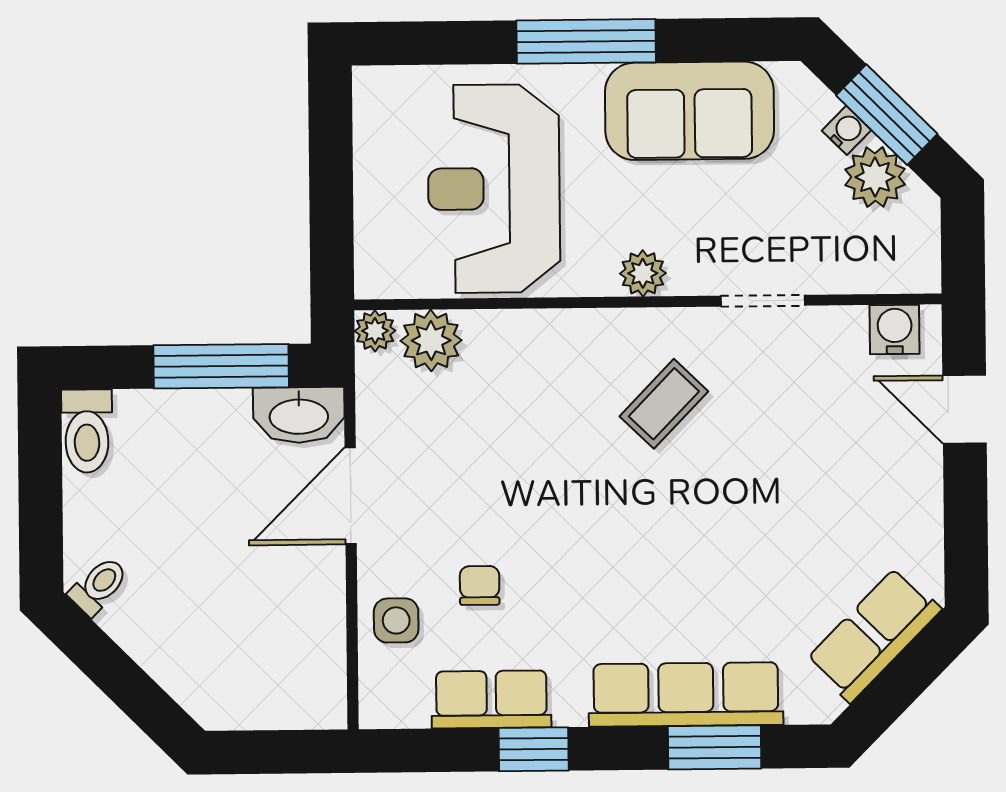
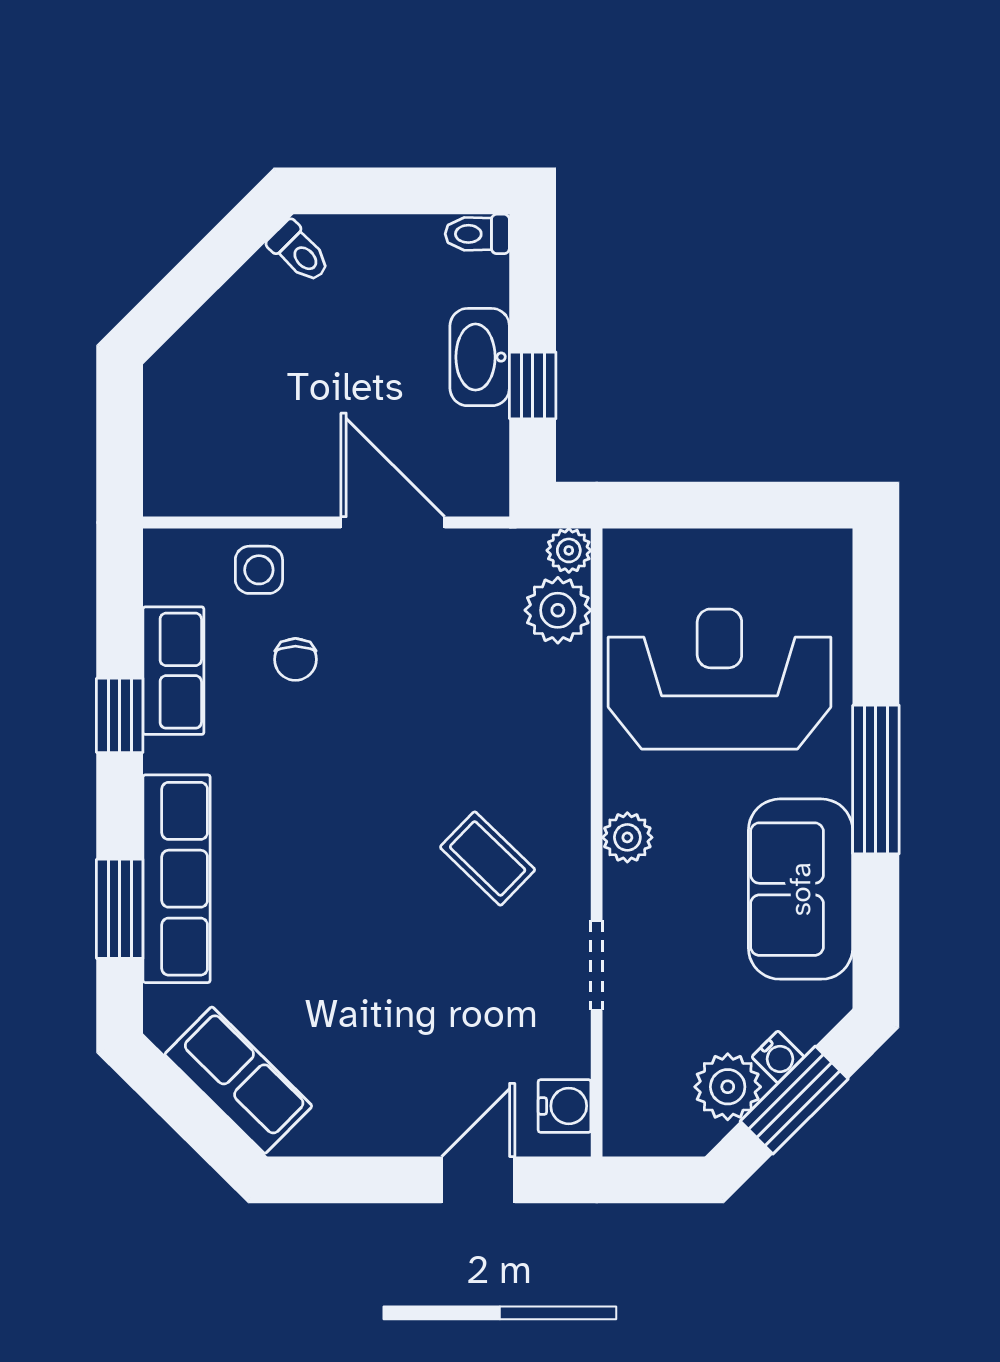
window: (221, 366) -> (533, 385), width x0.46
washbasin: (299, 415) -> (480, 357), moved
toilet: (87, 431) -> (477, 234), width x0.73, depth x0.72
chair: (480, 585) -> (295, 659), turned 90

